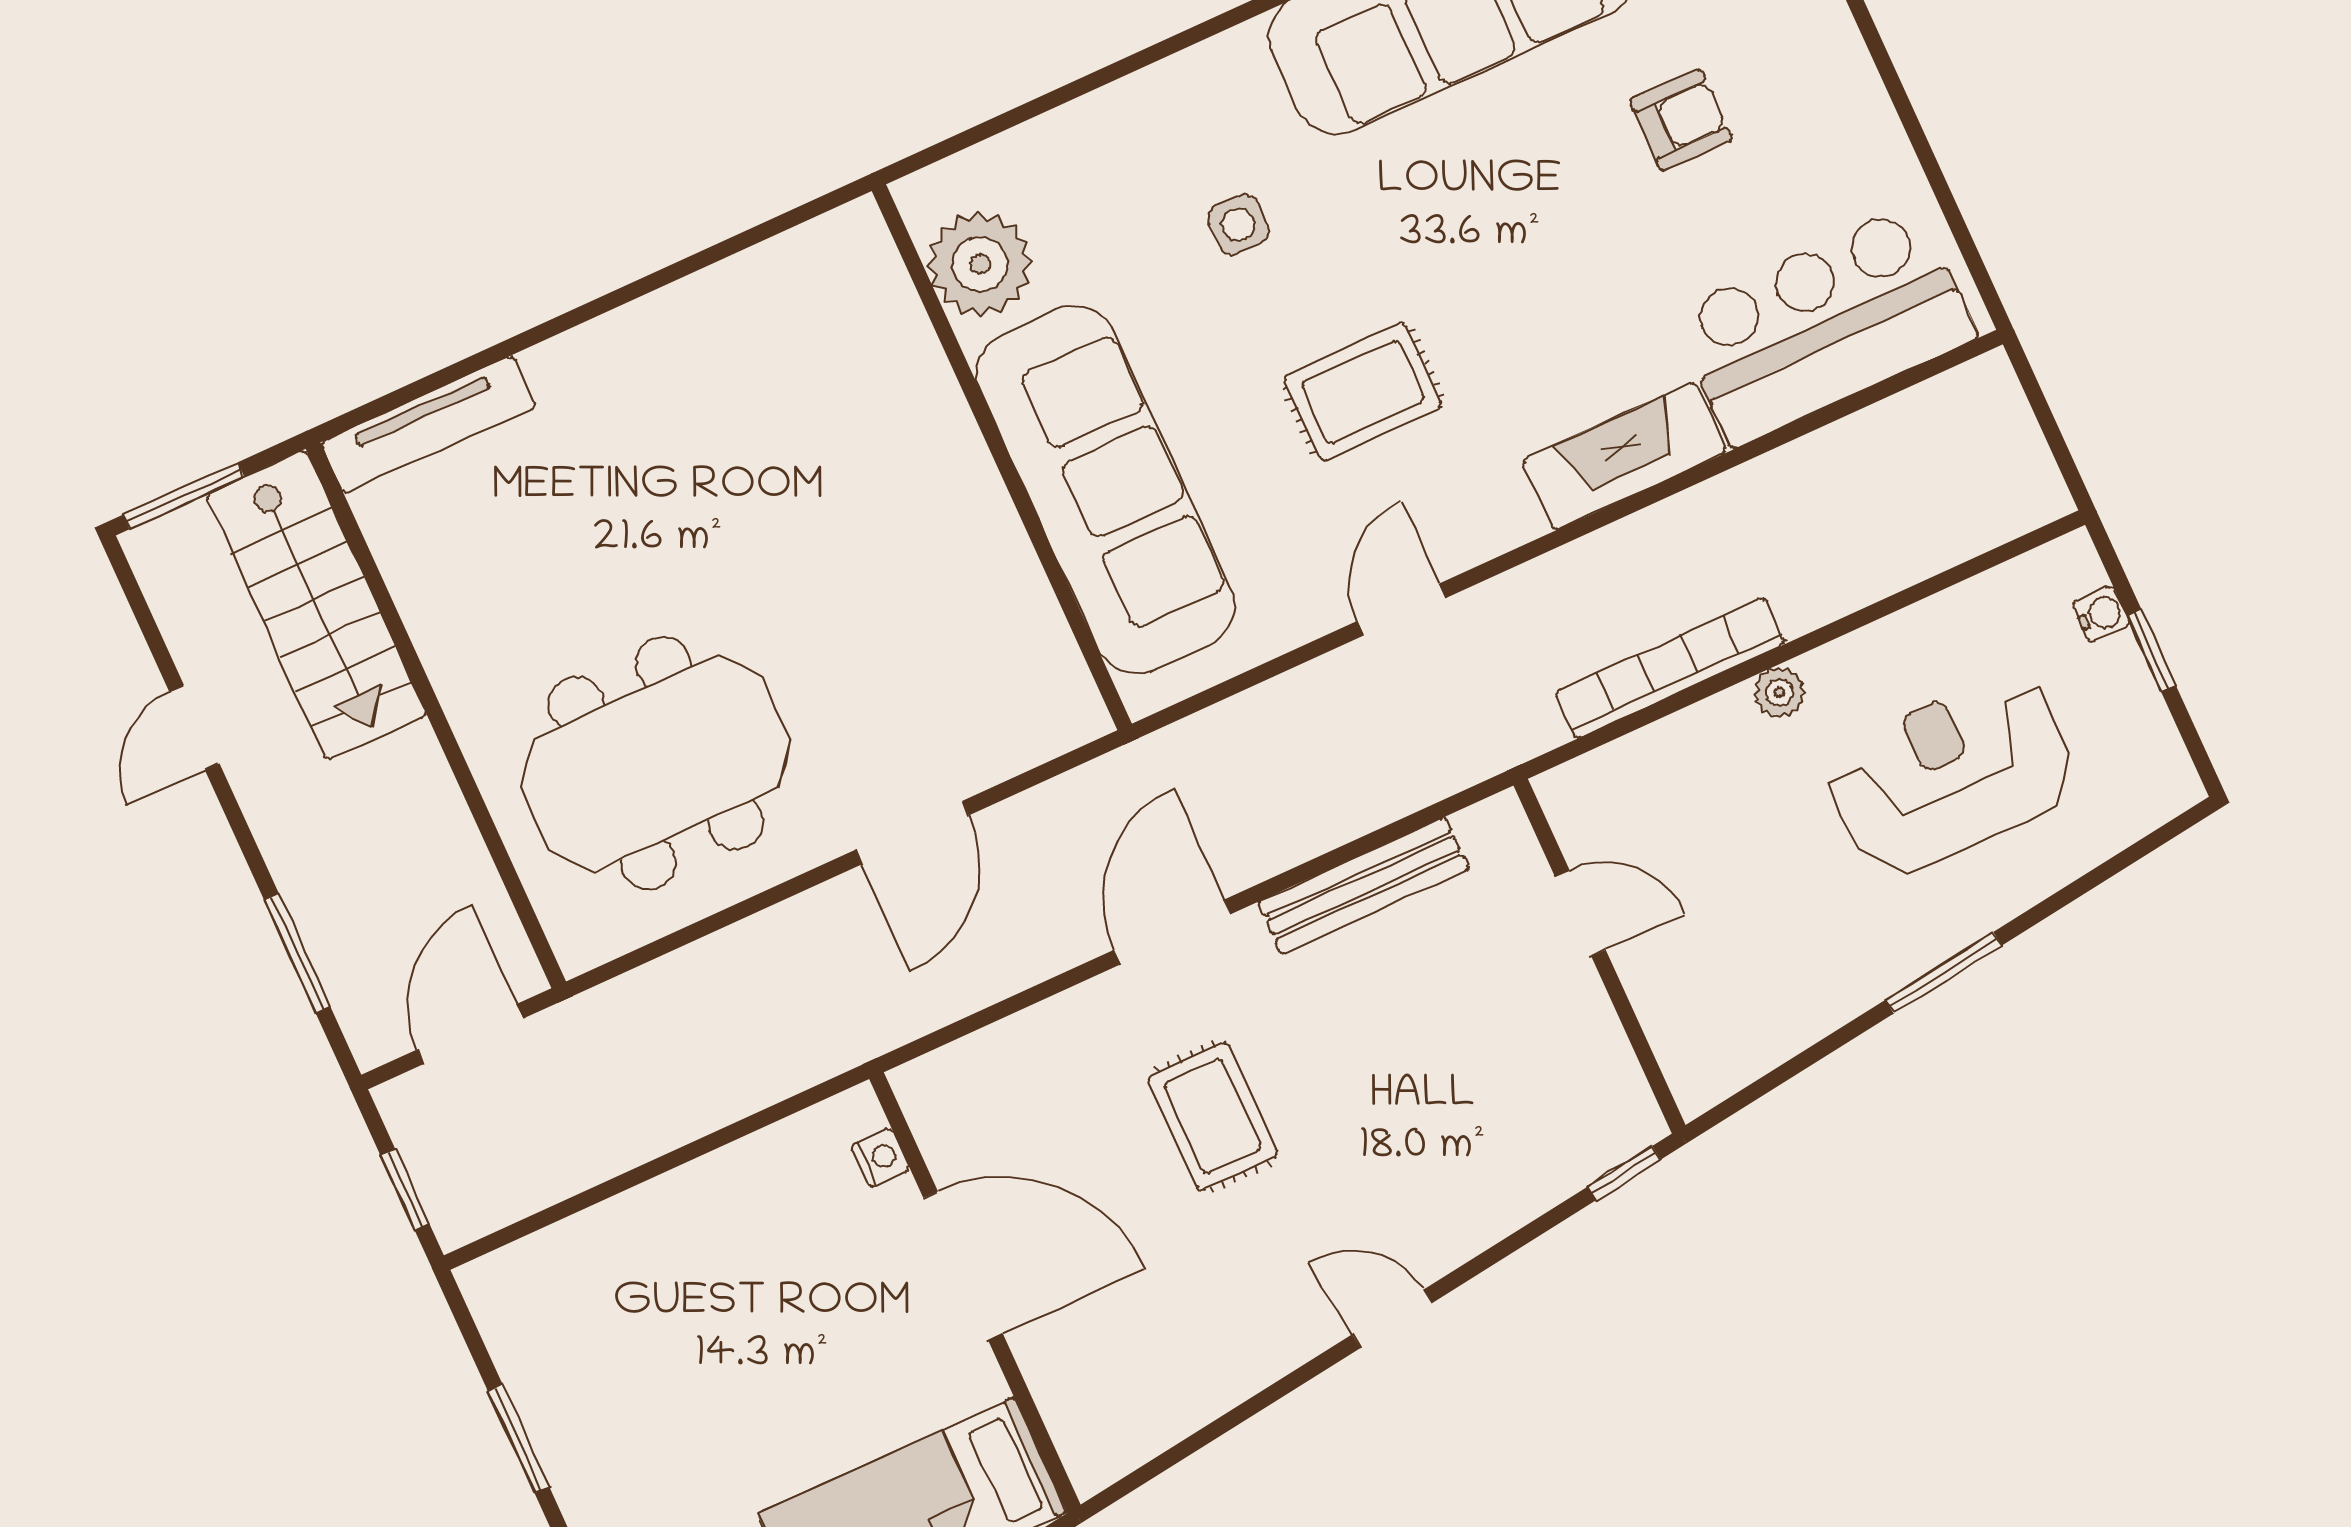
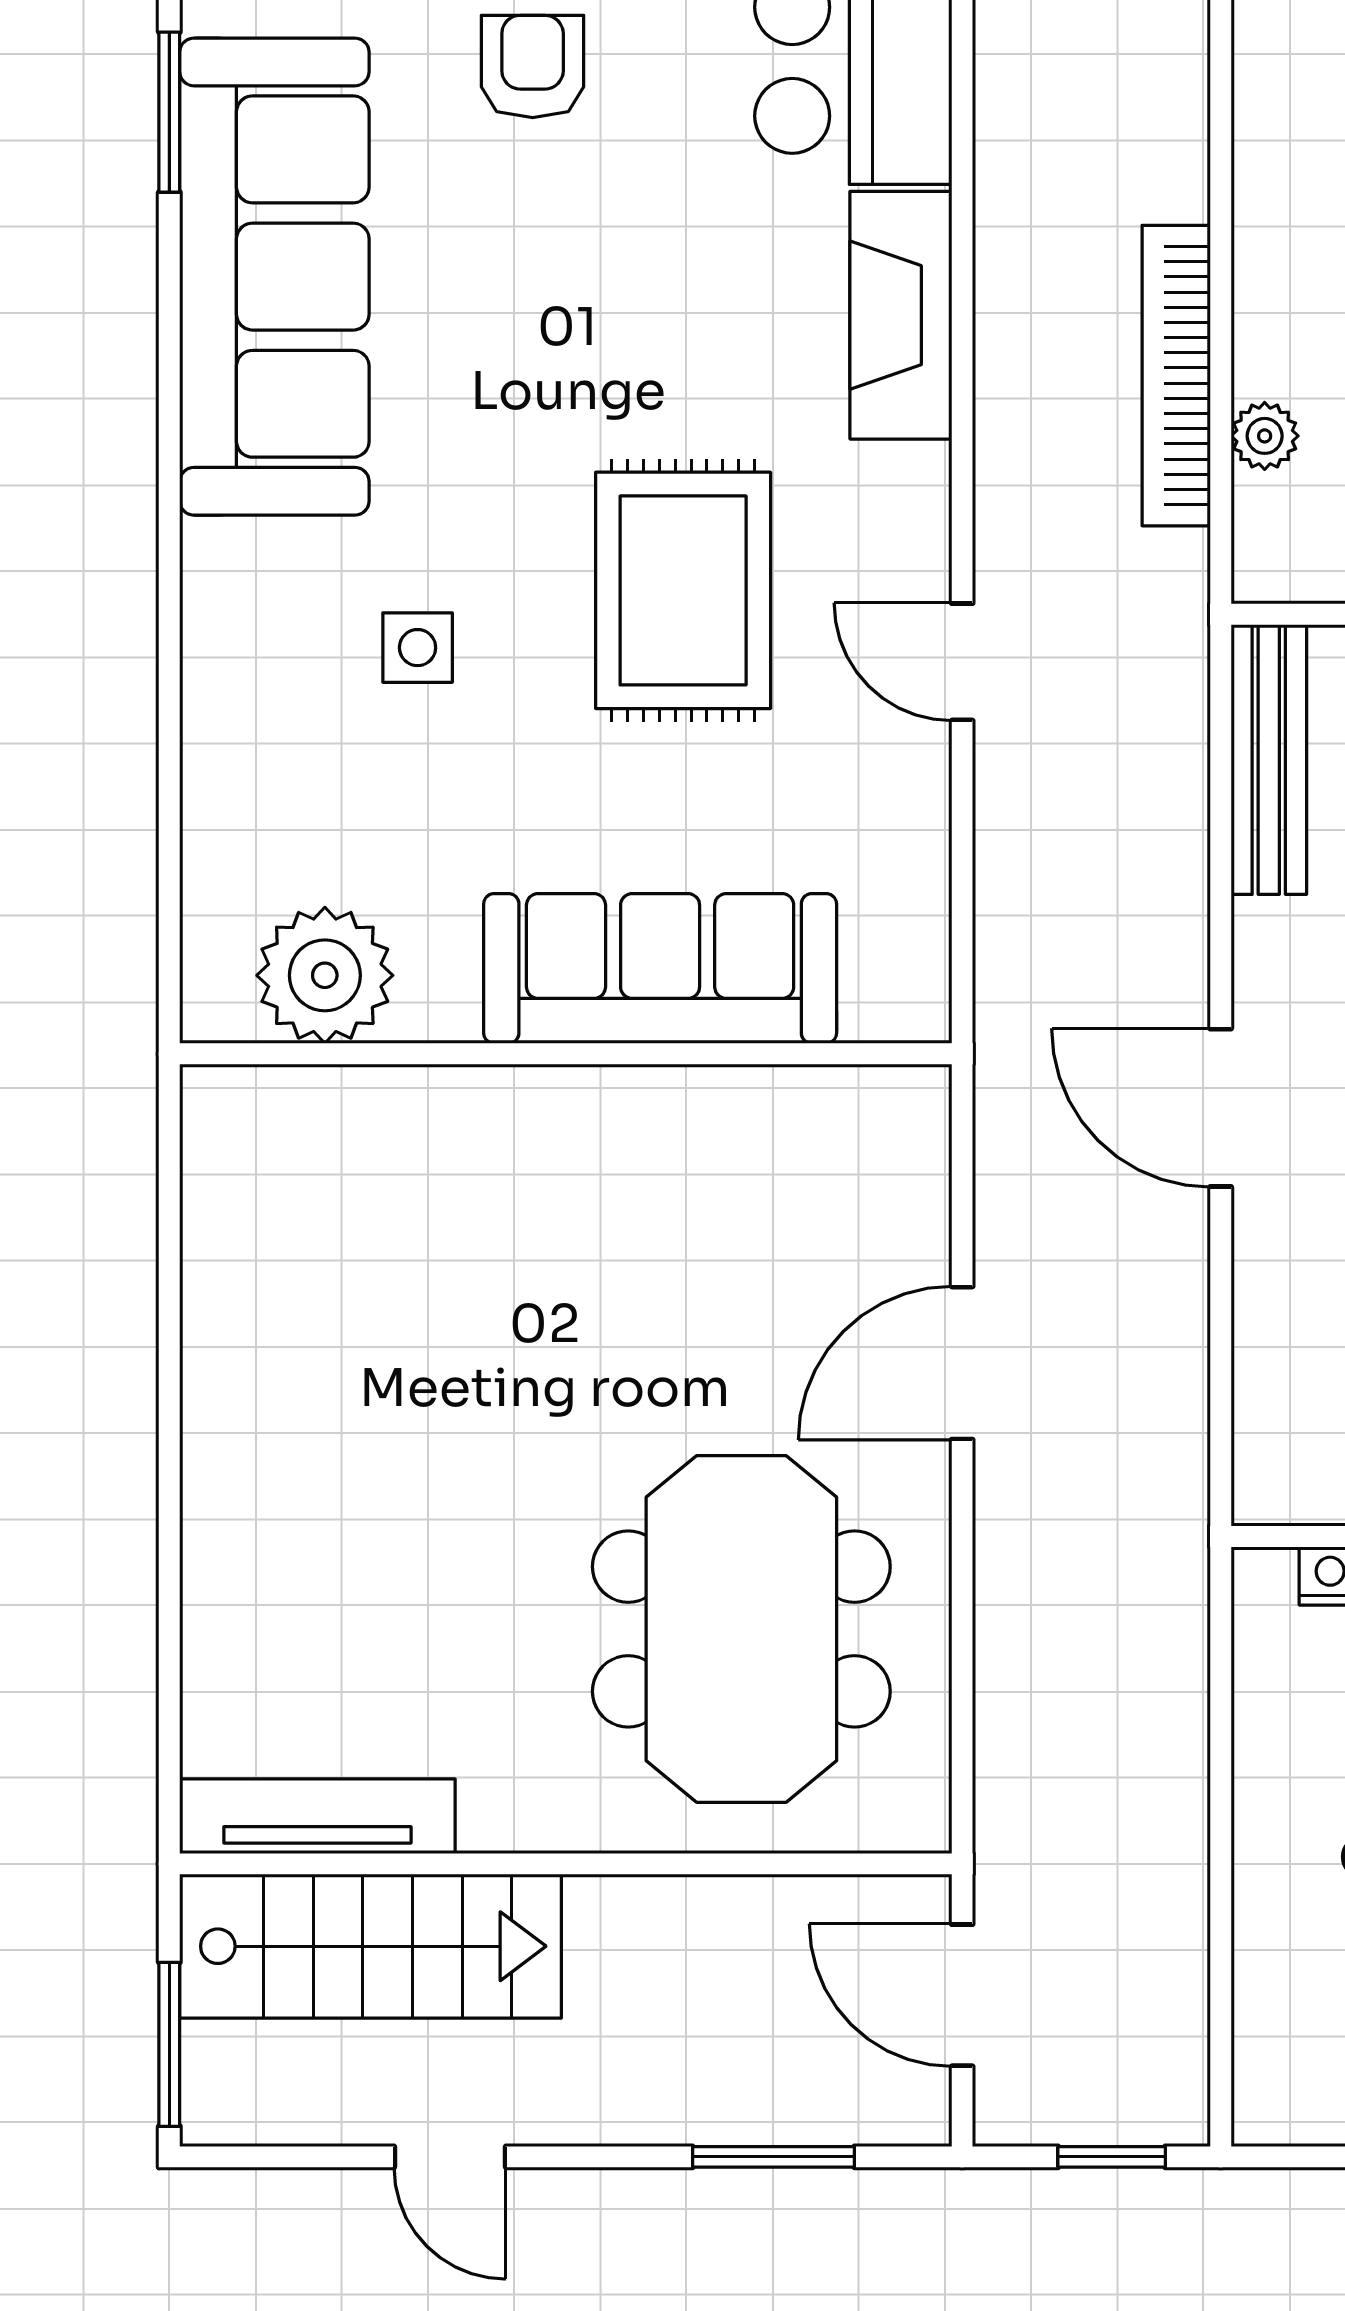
rug: (1363, 392) -> (683, 590), width x1.36, depth x1.43
tv unit: (428, 424) -> (317, 1816), moved, turned -90
sofa: (1106, 490) -> (660, 968), width x0.74, depth x0.79
plant: (1779, 693) -> (1265, 436), moved
door: (912, 833) -> (962, 1363), swing flipped
bench: (1363, 886) -> (1269, 760), moved

